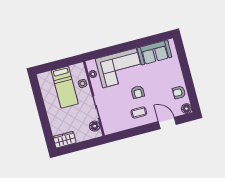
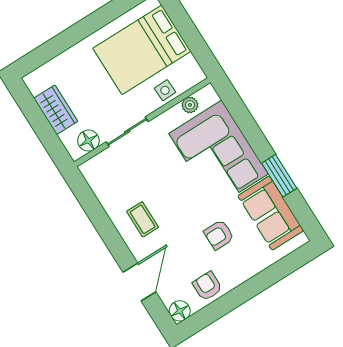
window: (138, 43) -> (279, 176), added
bed: (65, 87) -> (142, 50), width x1.50
armchair: (138, 92) -> (219, 235), moved
wardrobe: (65, 140) -> (56, 110), moved

